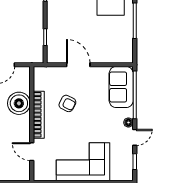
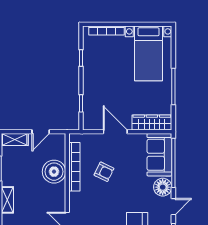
wardrobe: (114, 56) -> (152, 123), added
bookcase: (39, 115) -> (74, 167), moved
floor lamp: (128, 122) -> (163, 187), width x1.89, depth x1.89

